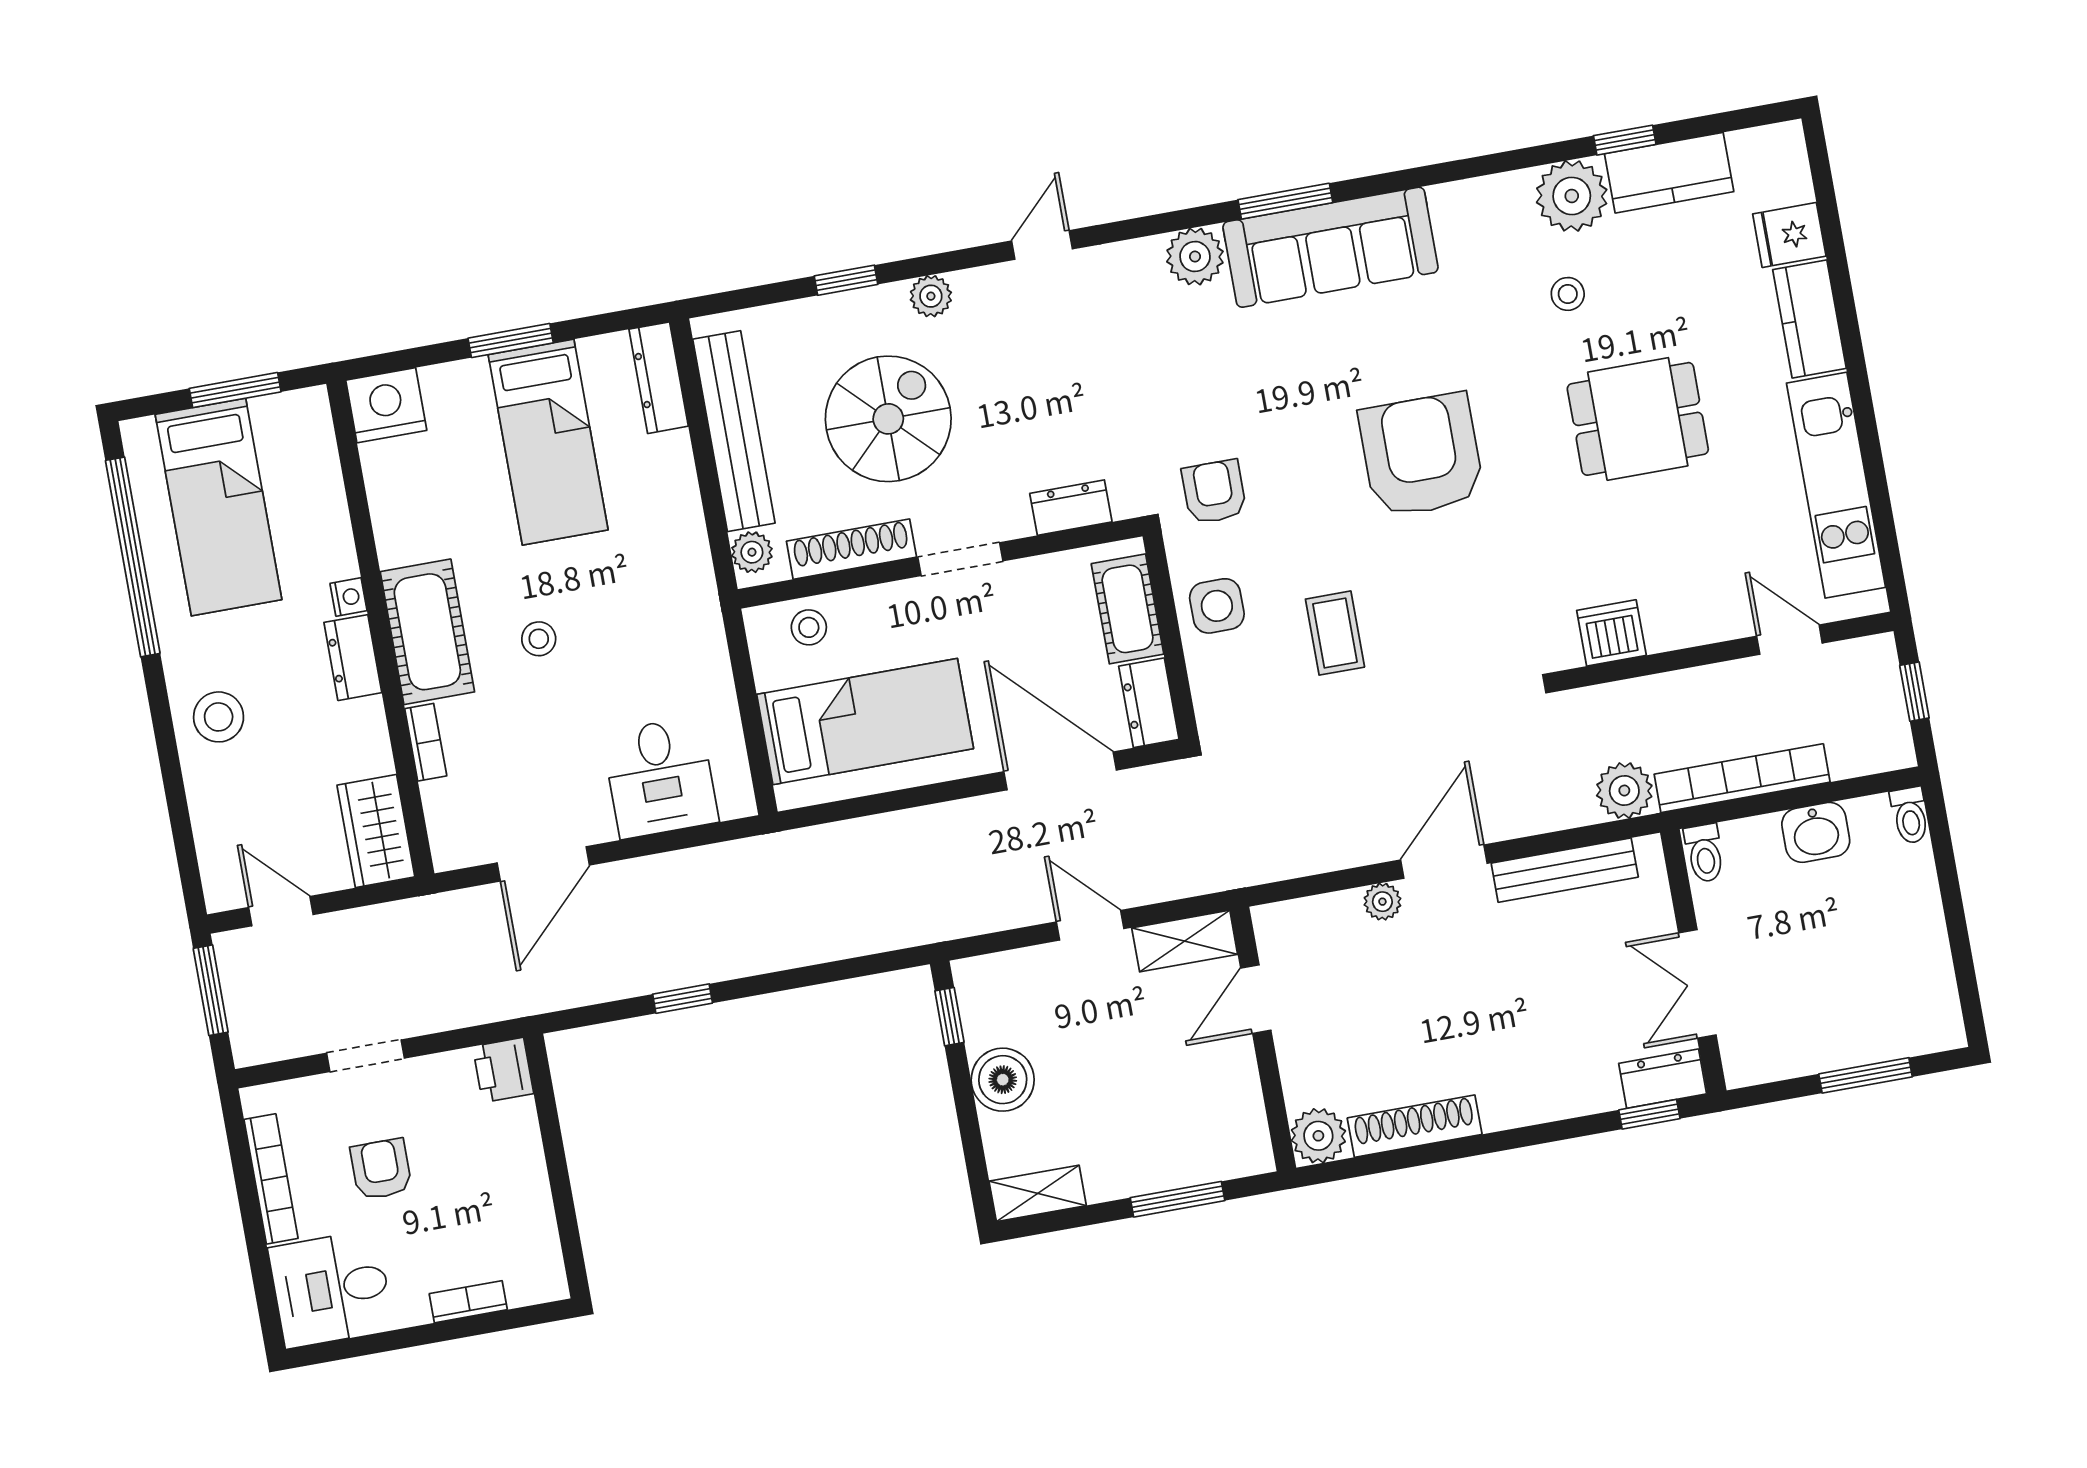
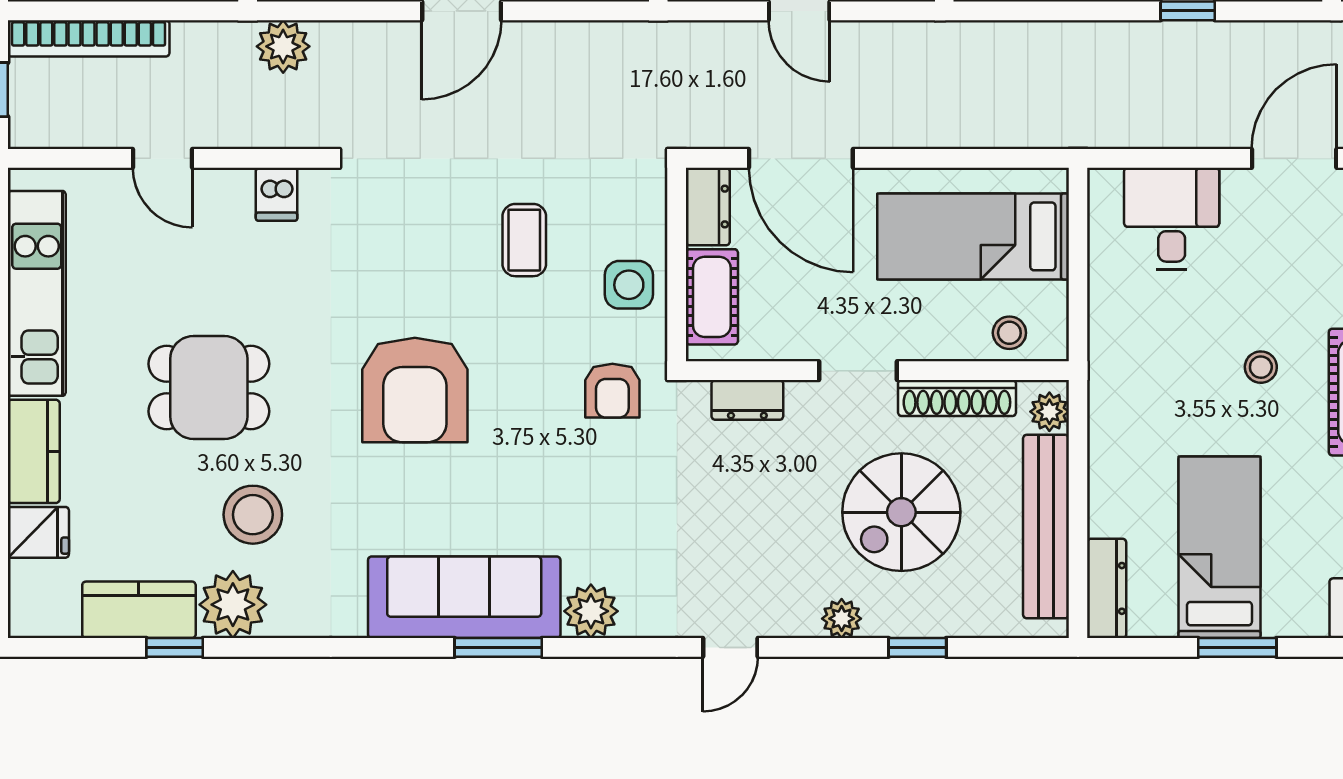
stool: (1568, 294) -> (253, 515), width x1.89, depth x1.89
dishwasher: (1611, 633) -> (277, 194), width x0.73
door: (1789, 640) -> (162, 158), moved
bookcase: (1742, 778) -> (89, 38), moved

